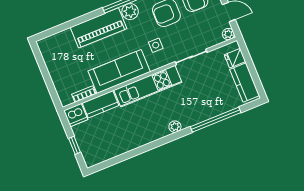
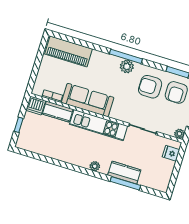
piano: (99, 28) -> (68, 51), moved
side table: (156, 45) -> (126, 102), removed
kitchen counter: (245, 83) -> (124, 173), moved, turned 90
window: (216, 120) -> (125, 183), width x0.68

